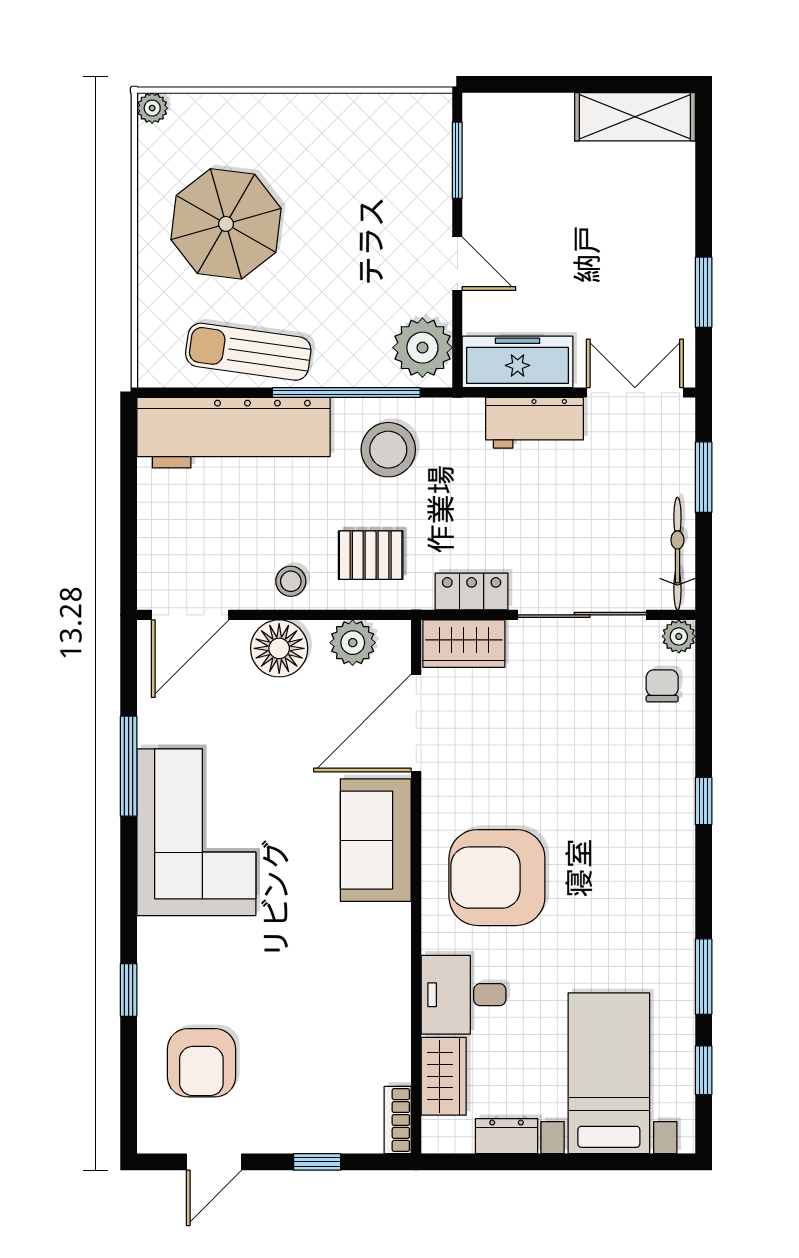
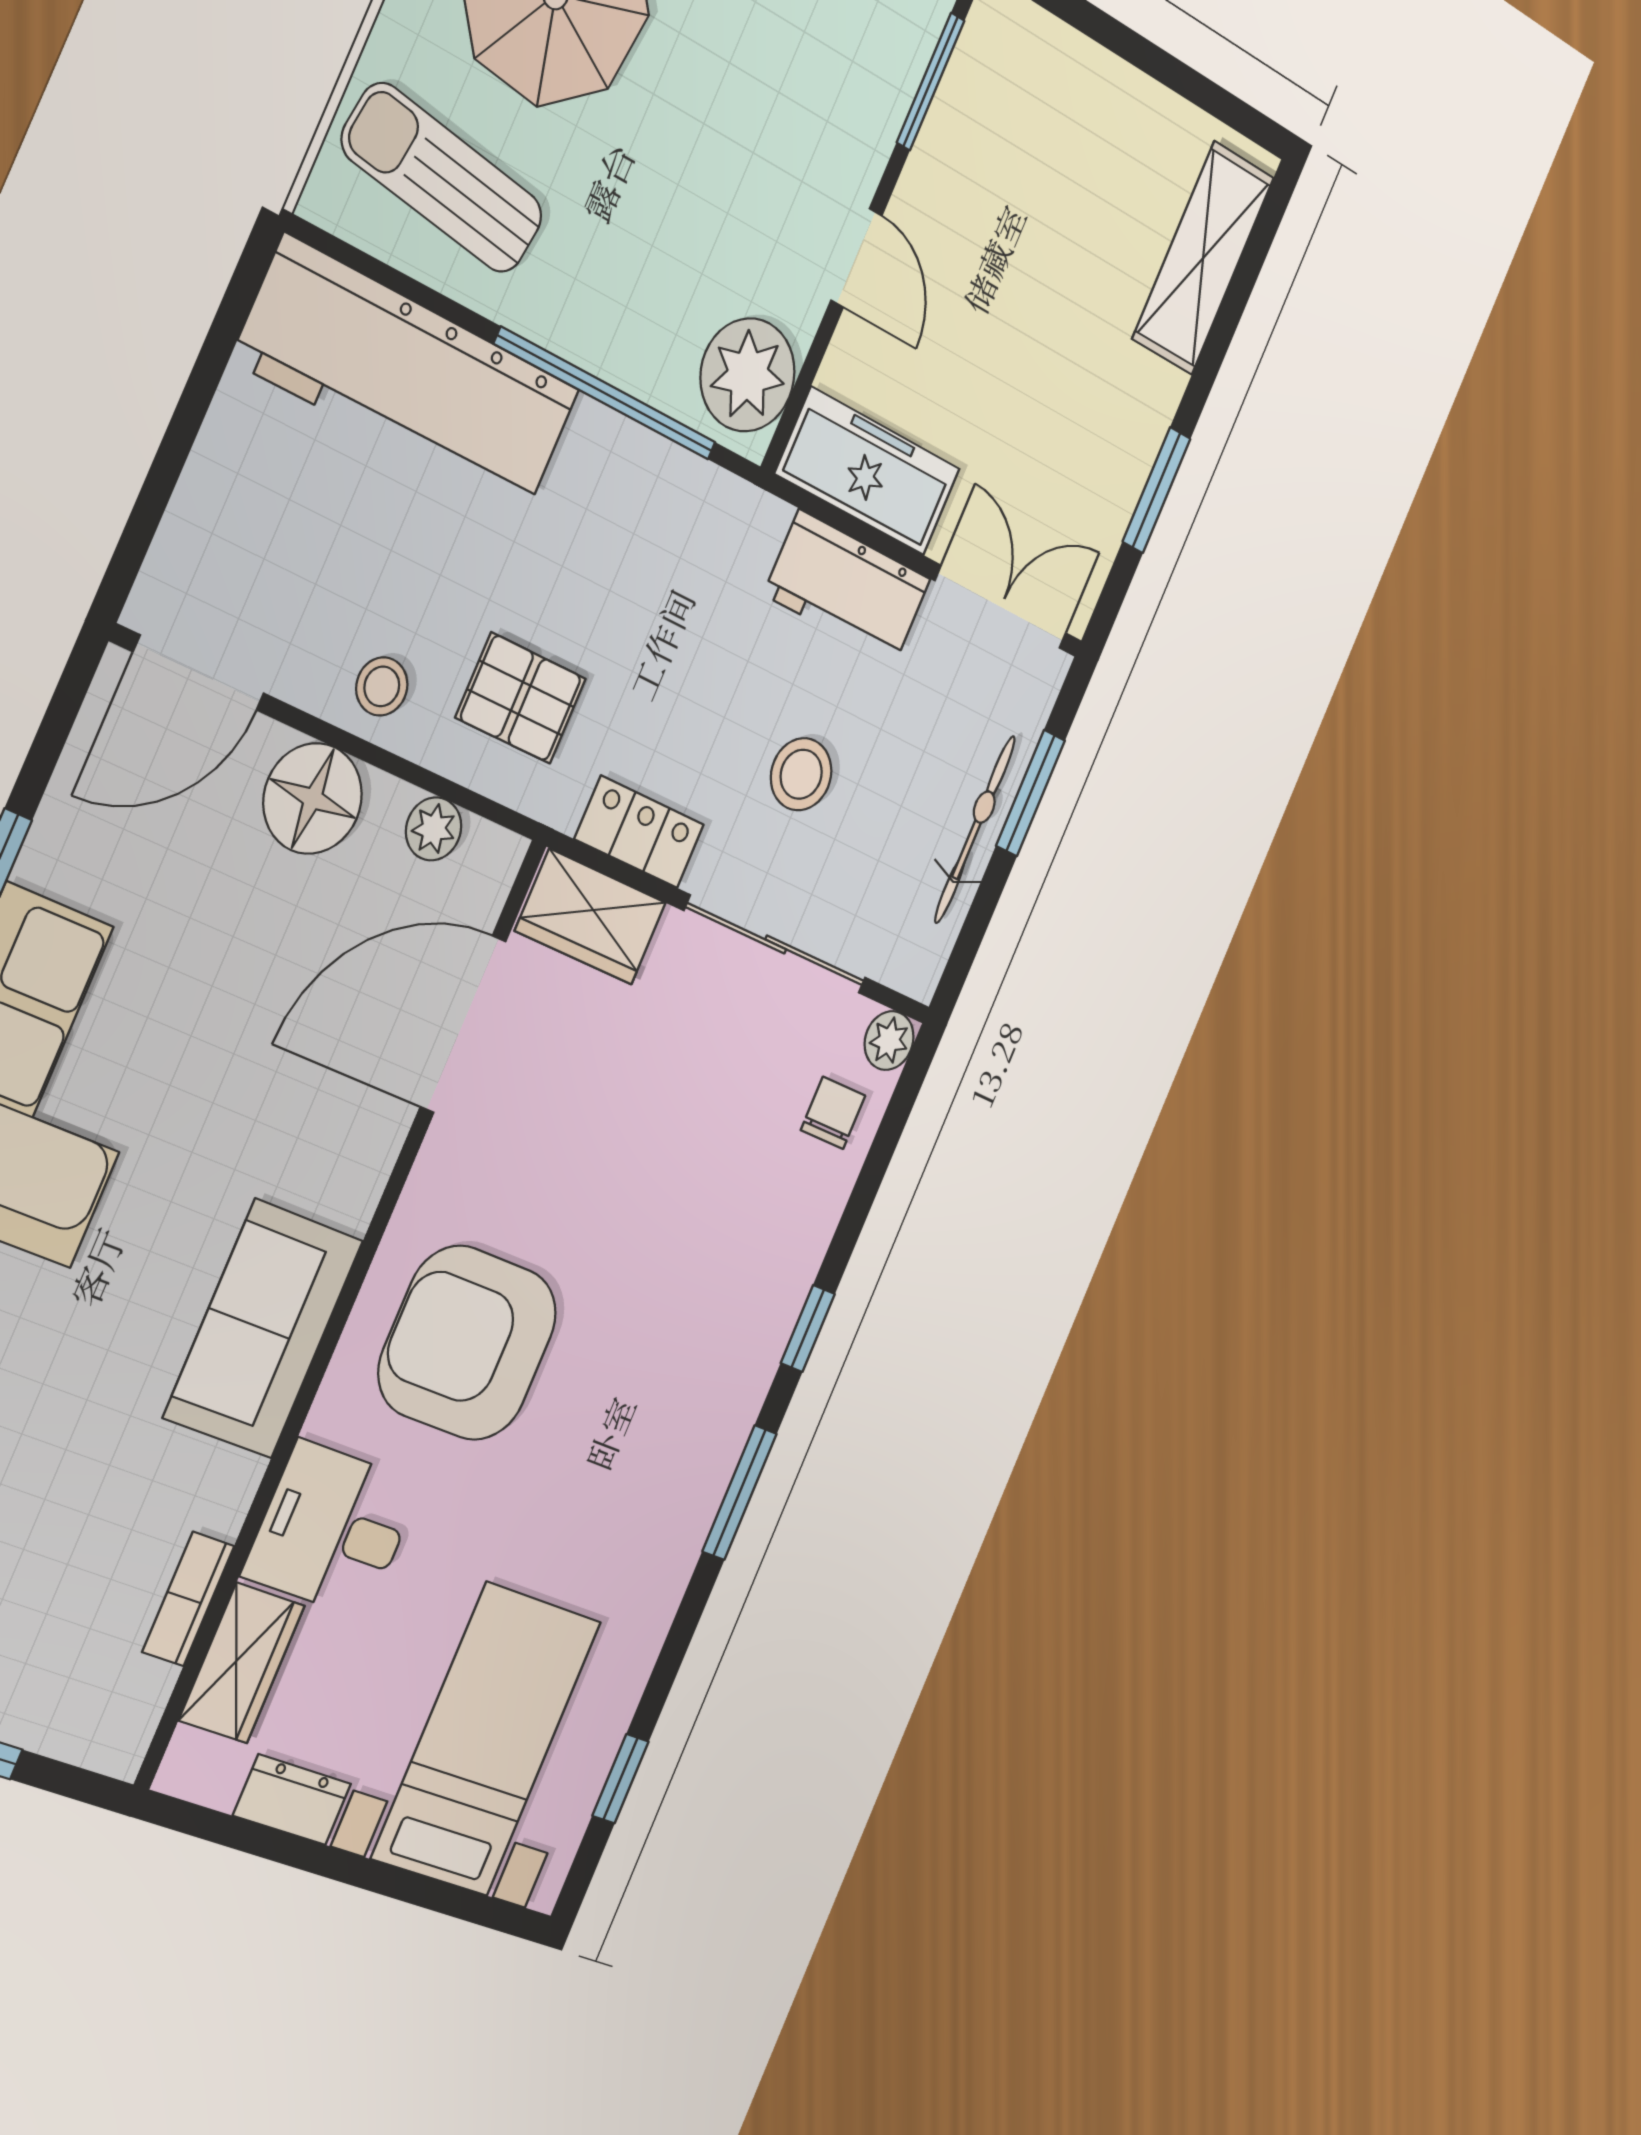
shelving: (635, 117) -> (1203, 258), moved, turned 90
sun lounger: (248, 352) -> (443, 178), moved
stool: (388, 450) -> (801, 774), moved, width x0.73, depth x0.73
bicycle: (677, 554) -> (975, 830), moved
plant: (353, 643) -> (434, 829), width x0.73, depth x0.73
sofa: (376, 840) -> (263, 1329), moved
window: (704, 977) -> (740, 1493), moved
bookcase: (398, 1120) -> (188, 1599), moved

